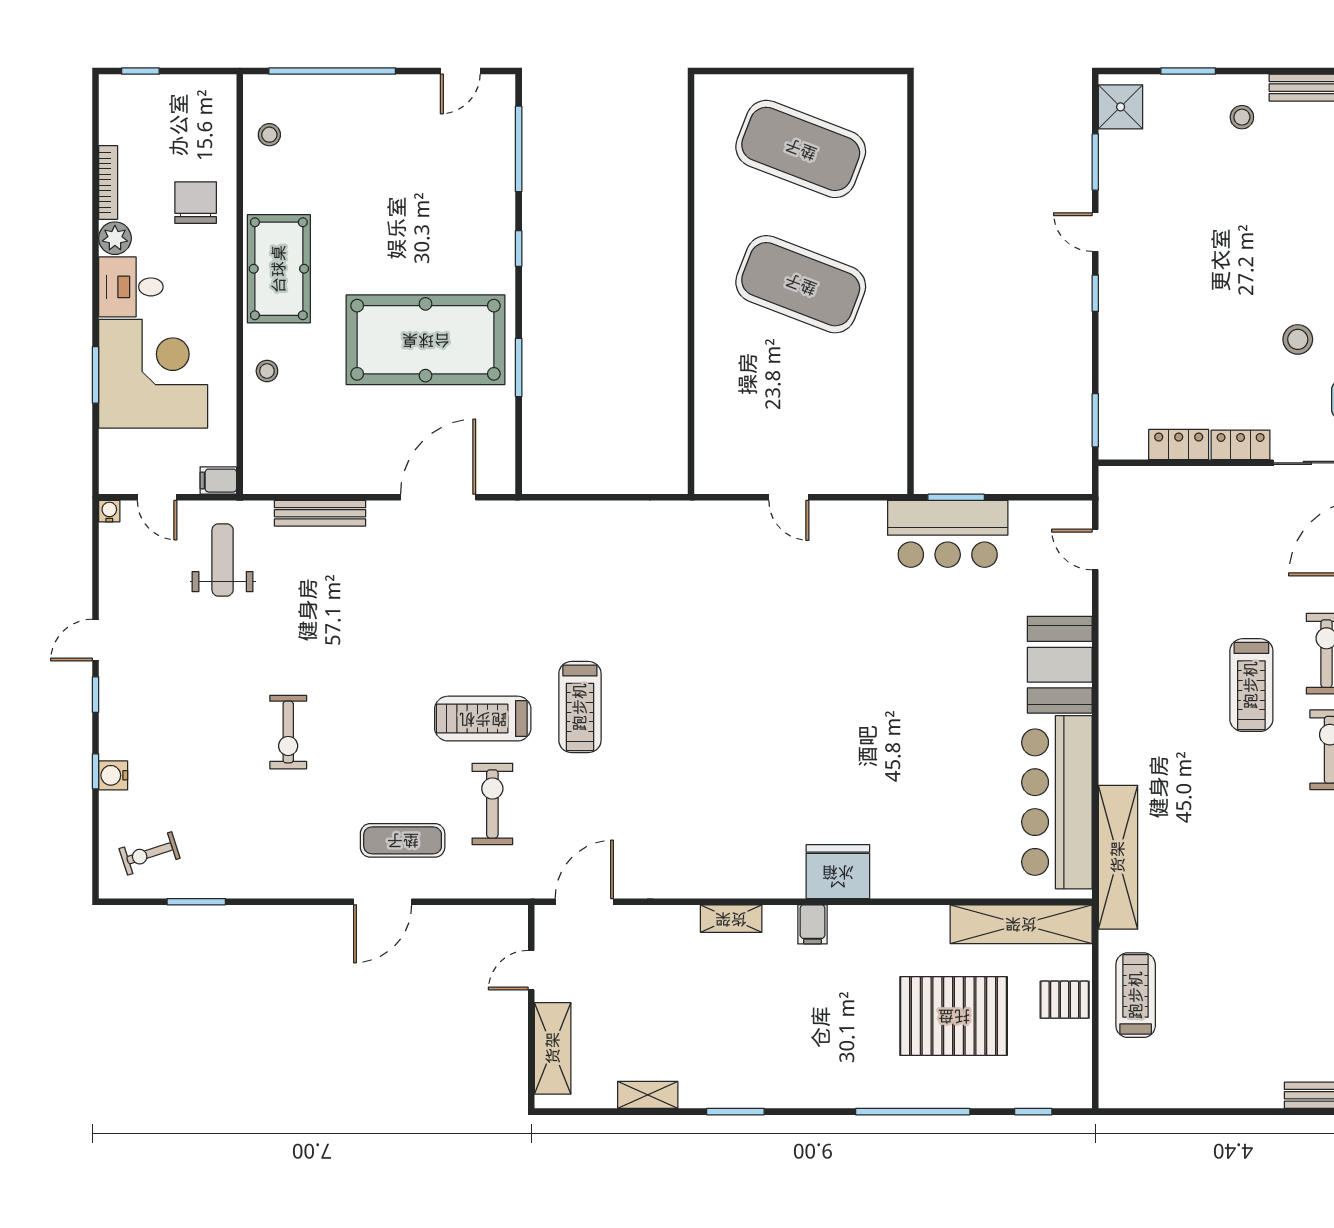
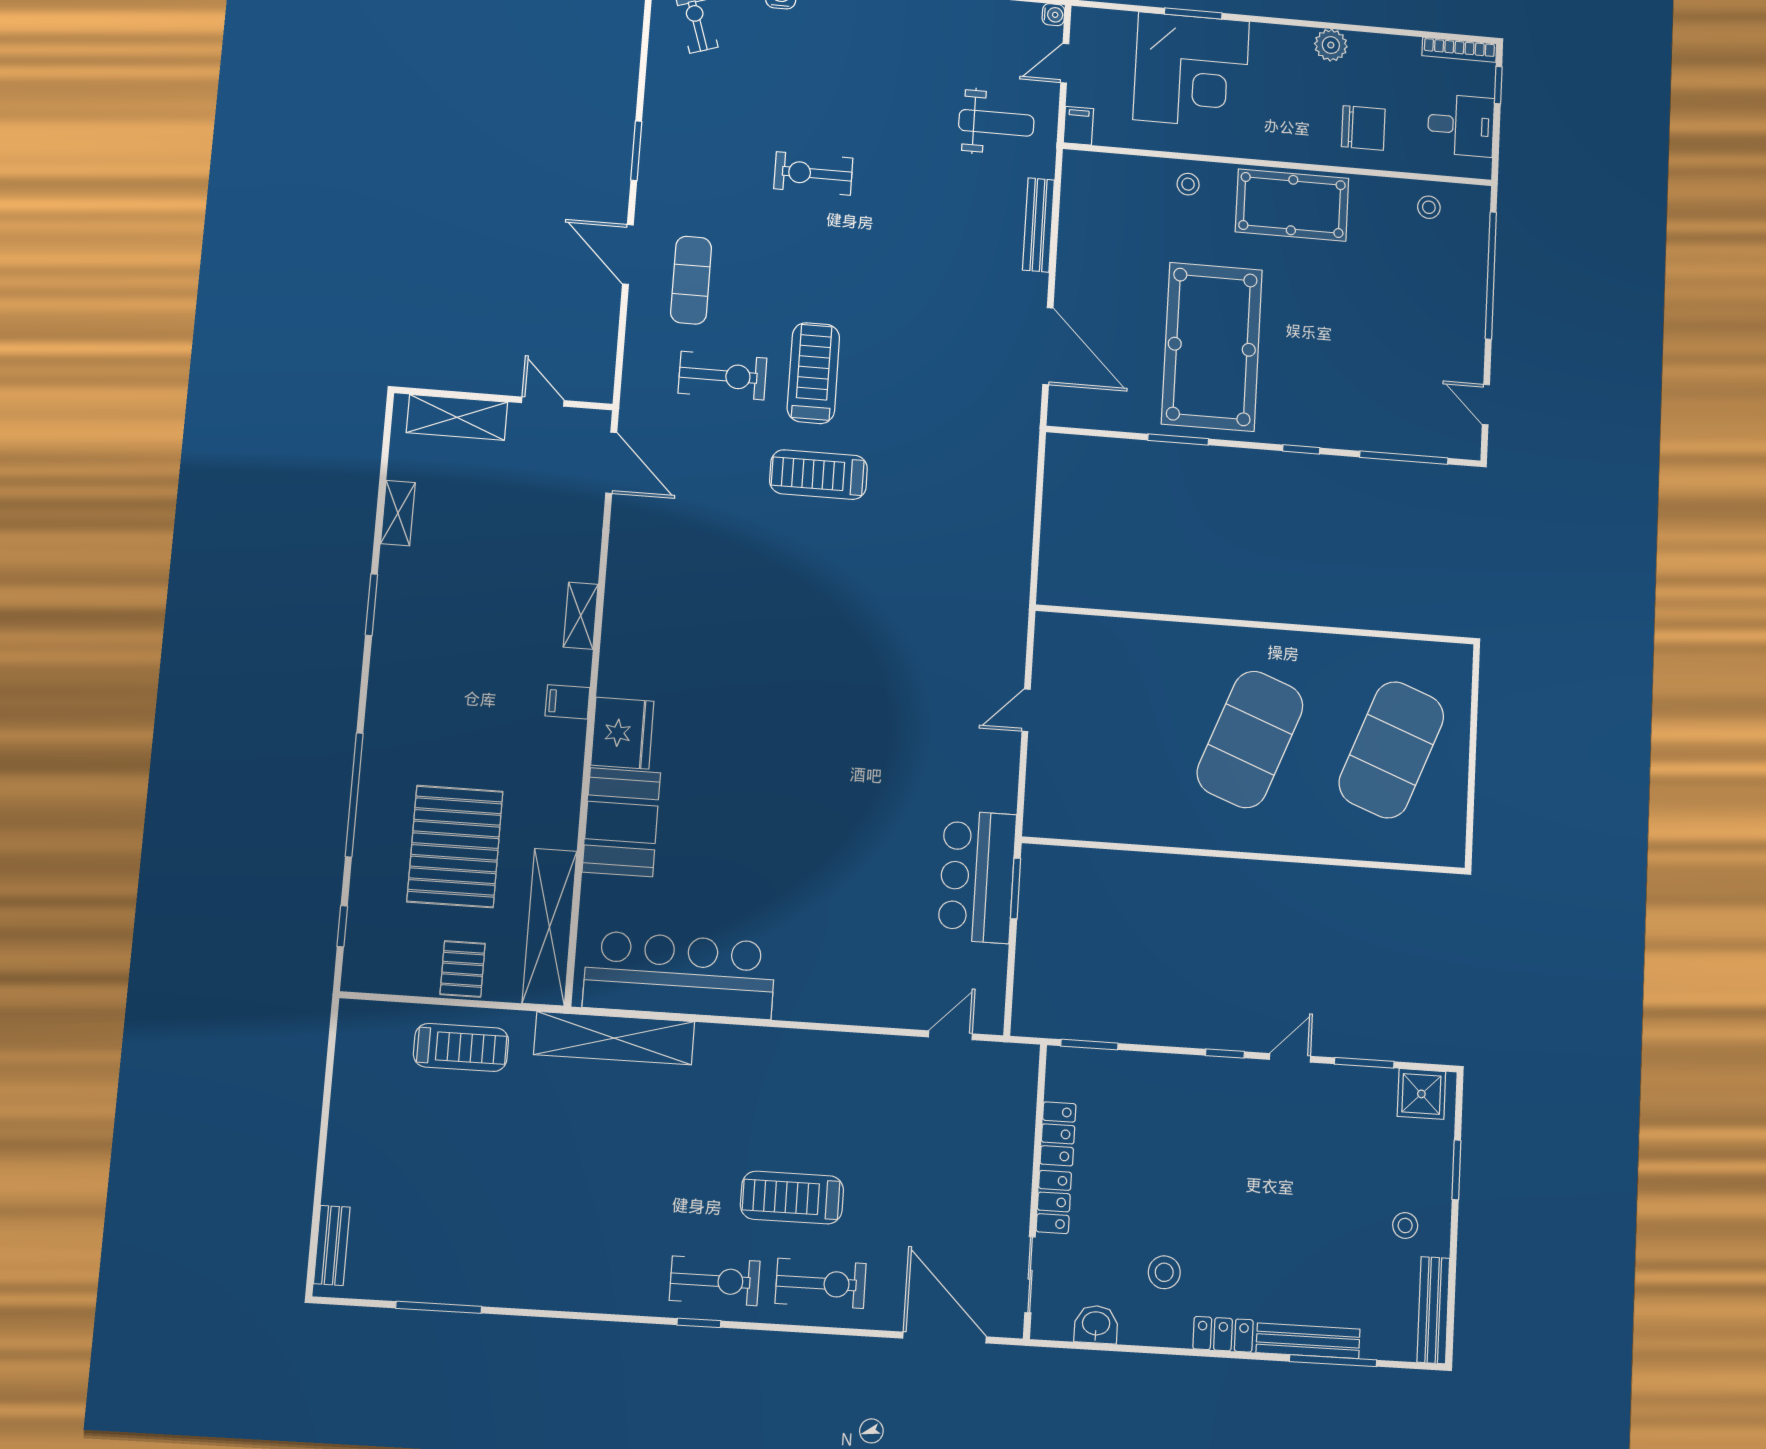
bookcase: (108, 183) -> (1459, 50), moved
desk: (131, 287) -> (1461, 125), moved, turned 90
booth: (1060, 665) -> (621, 822), moved, turned 90
window: (196, 902) -> (636, 151), moved

